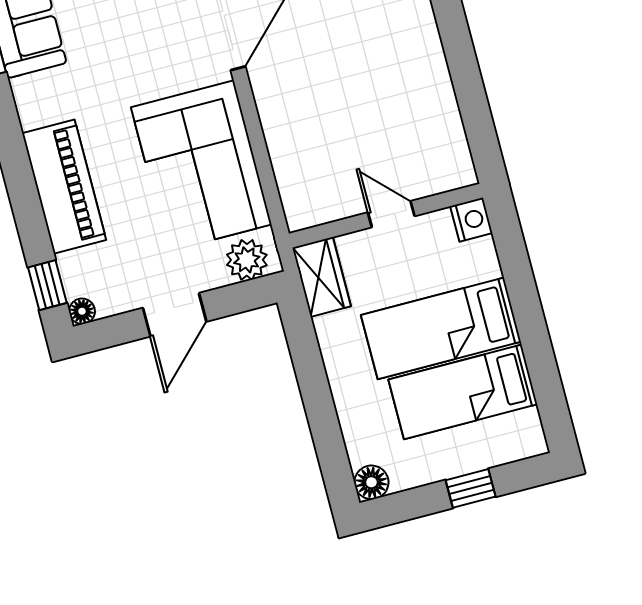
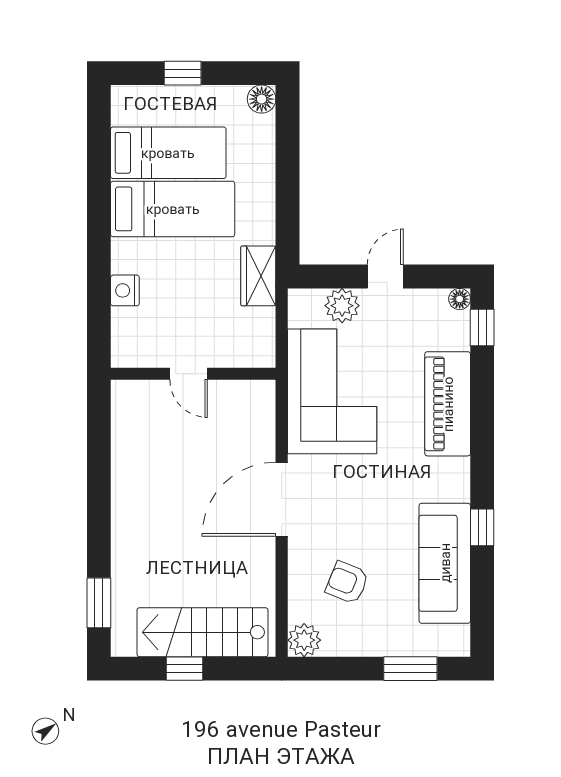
door: (391, 214) -> (189, 374), moved
wall: (386, 216) -> (193, 374), moved
plant: (247, 260) -> (342, 306), moved
door: (175, 315) -> (385, 277), width x0.73

